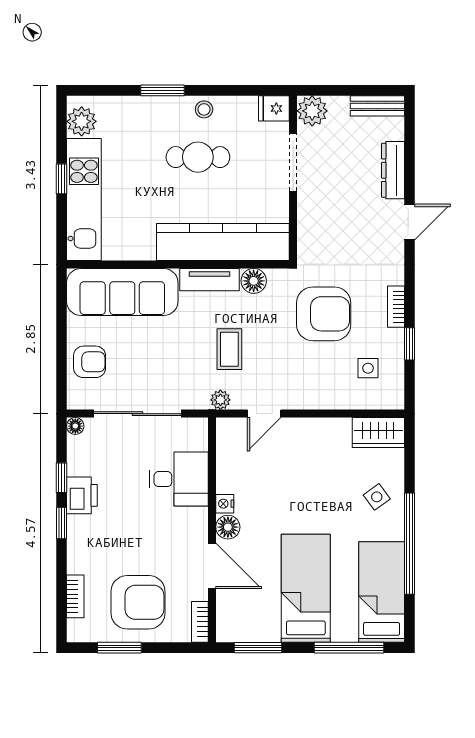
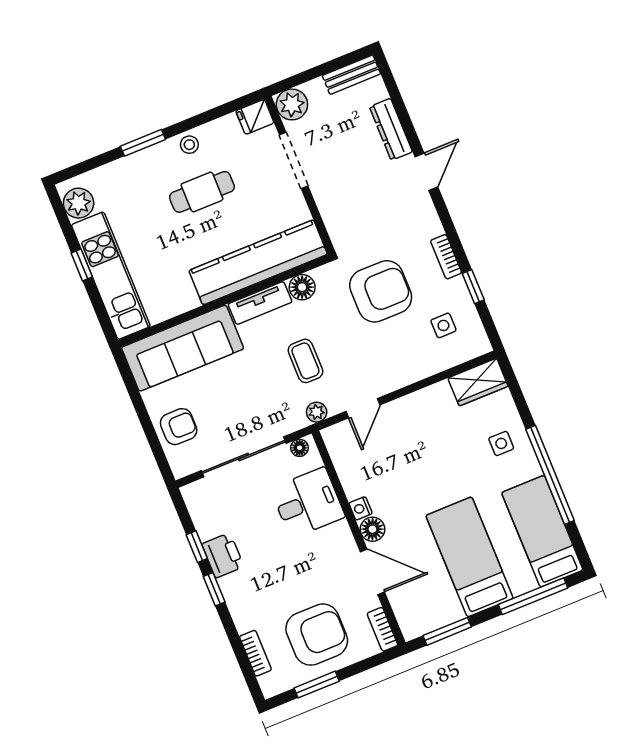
floor lamp: (75, 426) -> (299, 448), moved
side table: (377, 497) -> (501, 443), turned 36

